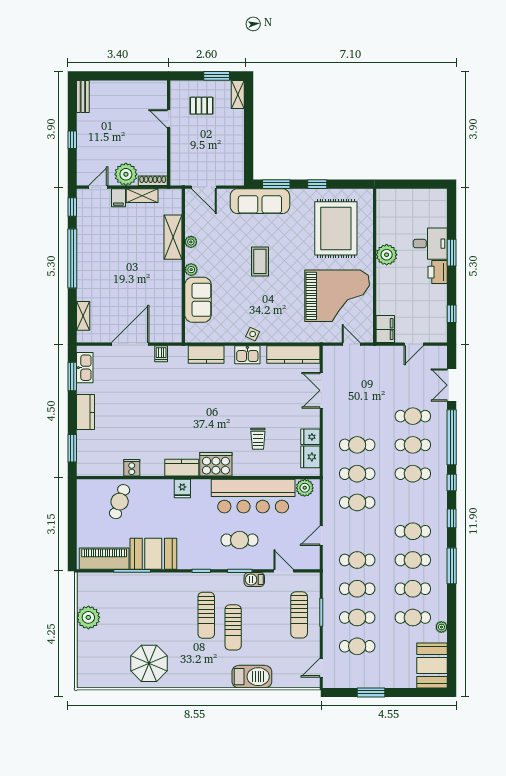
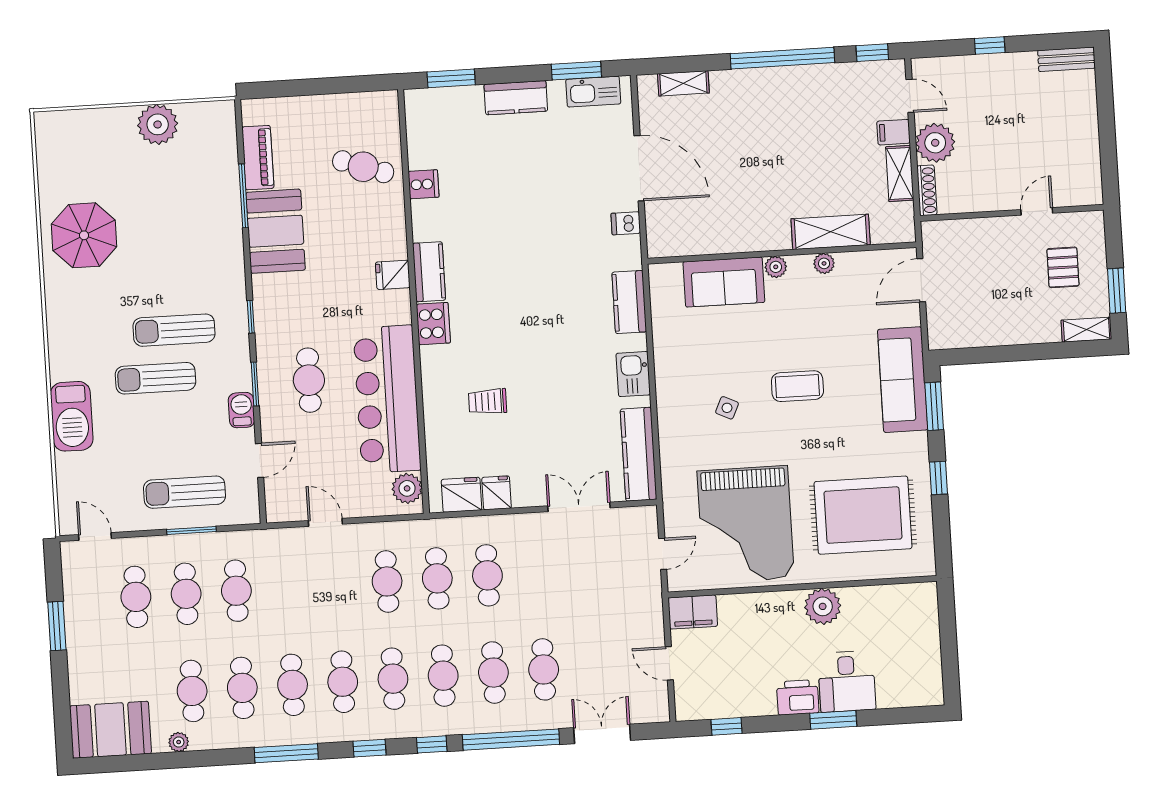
side table: (253, 334) -> (727, 408), moved
cooker: (216, 464) -> (433, 324), width x0.73, depth x0.76
piano: (104, 559) -> (258, 158), width x0.73, depth x0.75
cafe table: (357, 560) -> (393, 679), moved

